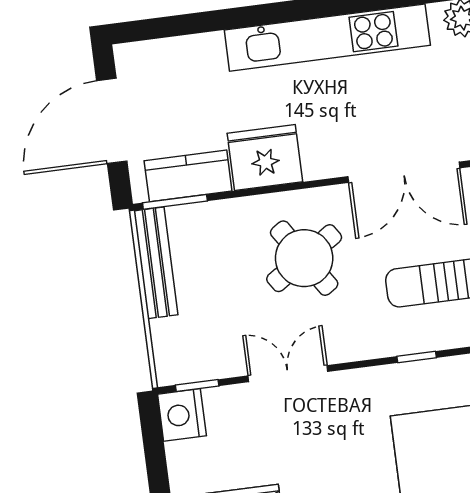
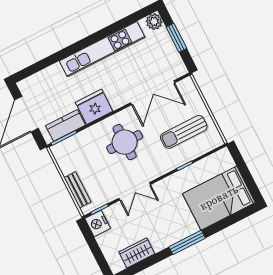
round table: (304, 258) -> (125, 142), turned 33
bench: (156, 263) -> (77, 190), moved, width x0.73
double door: (288, 374) -> (135, 191), swing flipped

